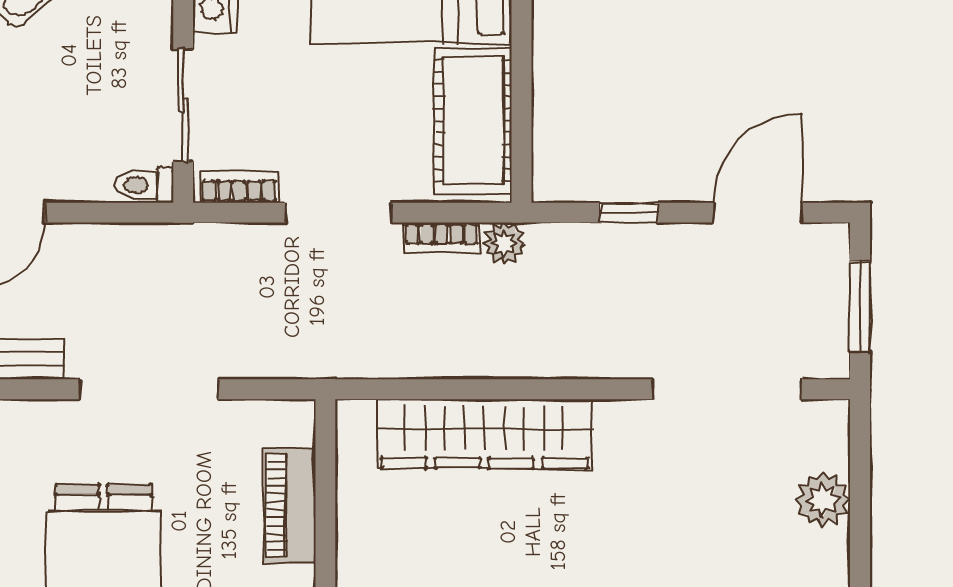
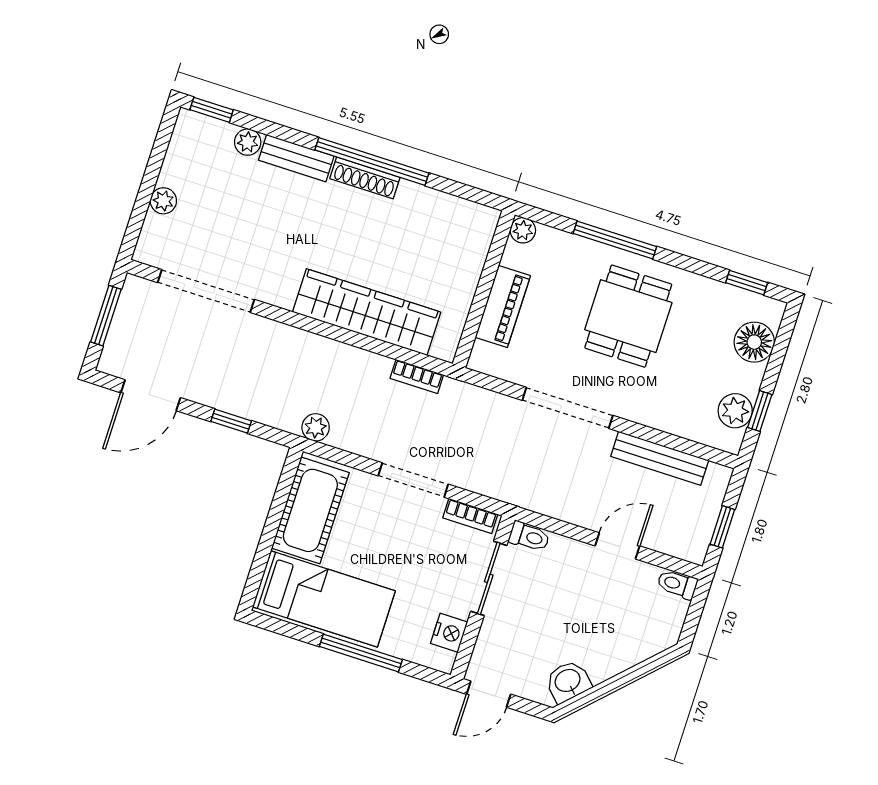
bookcase: (442, 238) -> (417, 376), moved, turned 180
plant: (823, 500) -> (163, 201), width x0.73, depth x0.73

